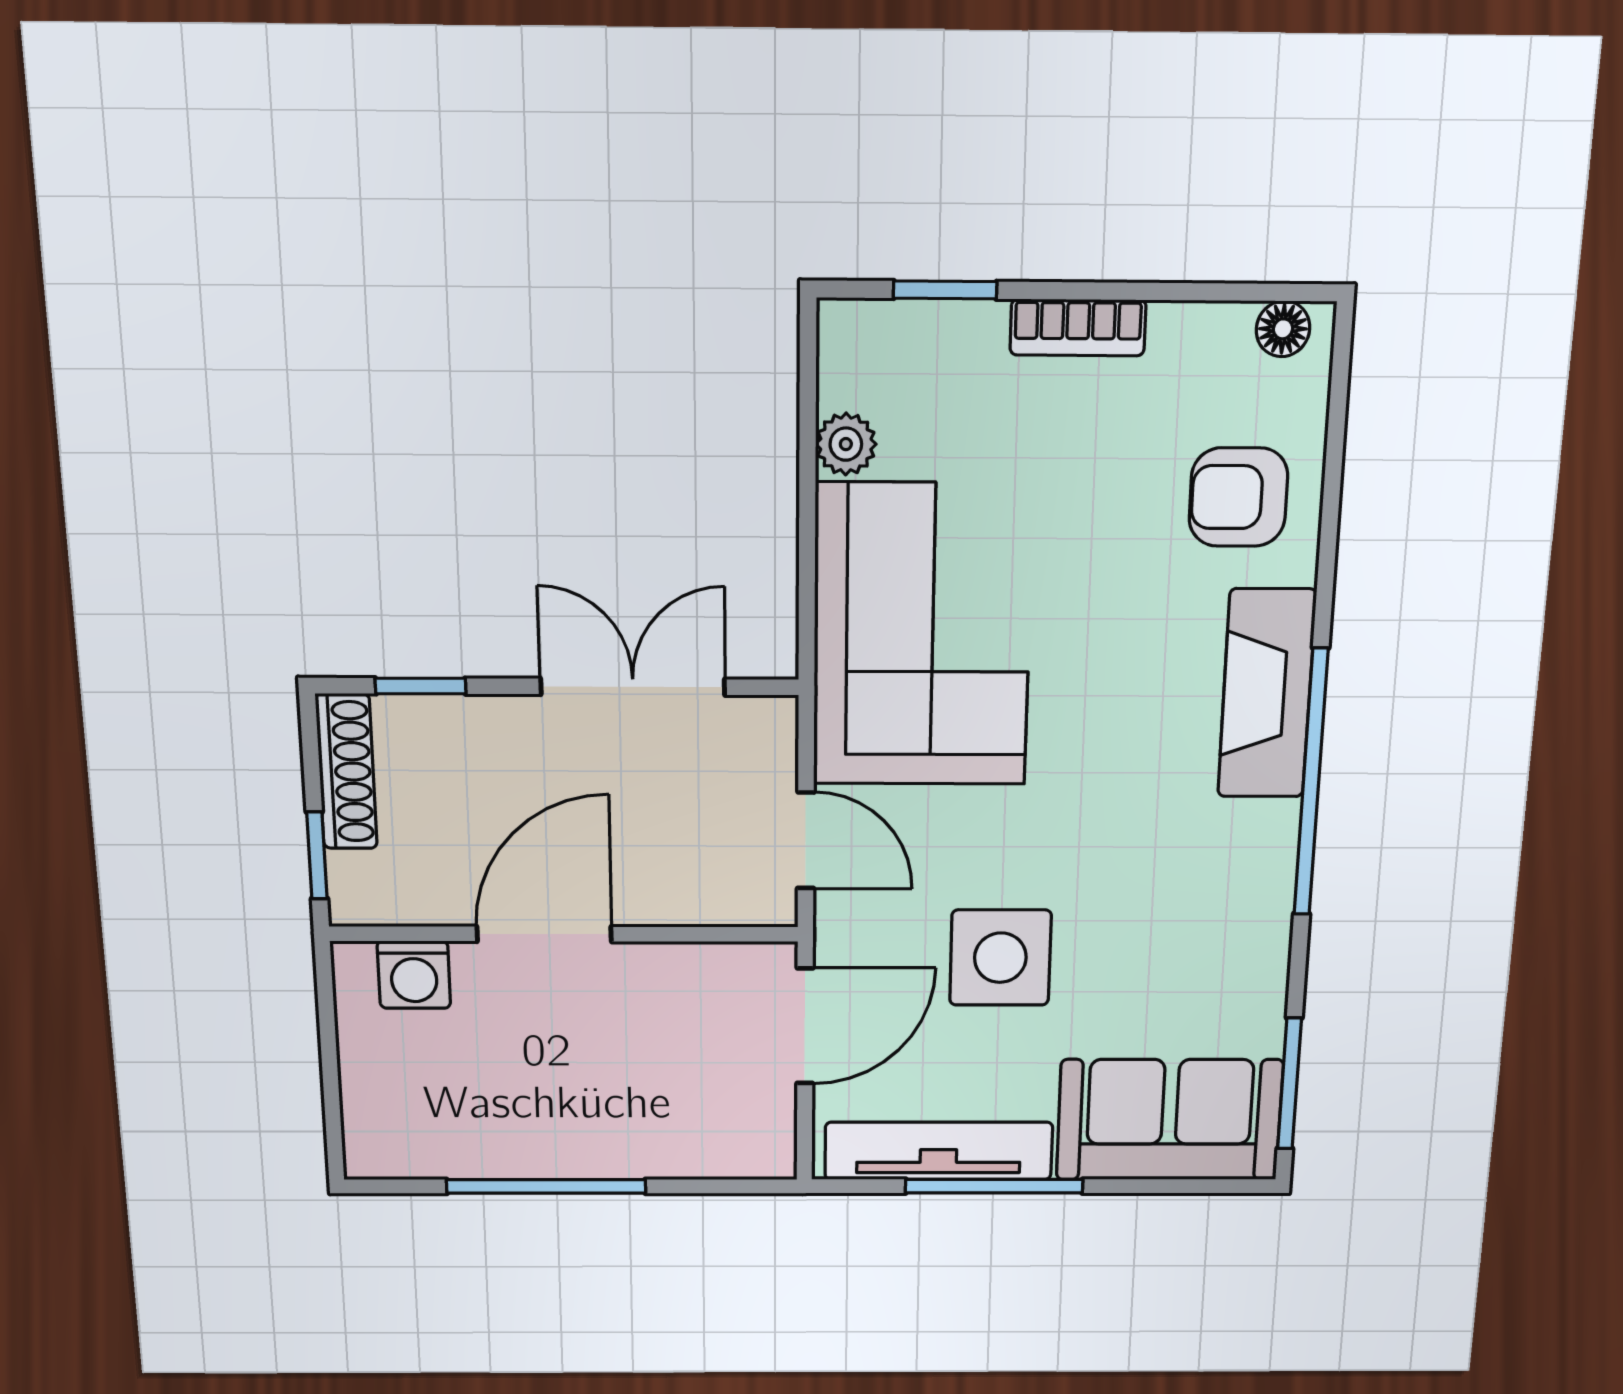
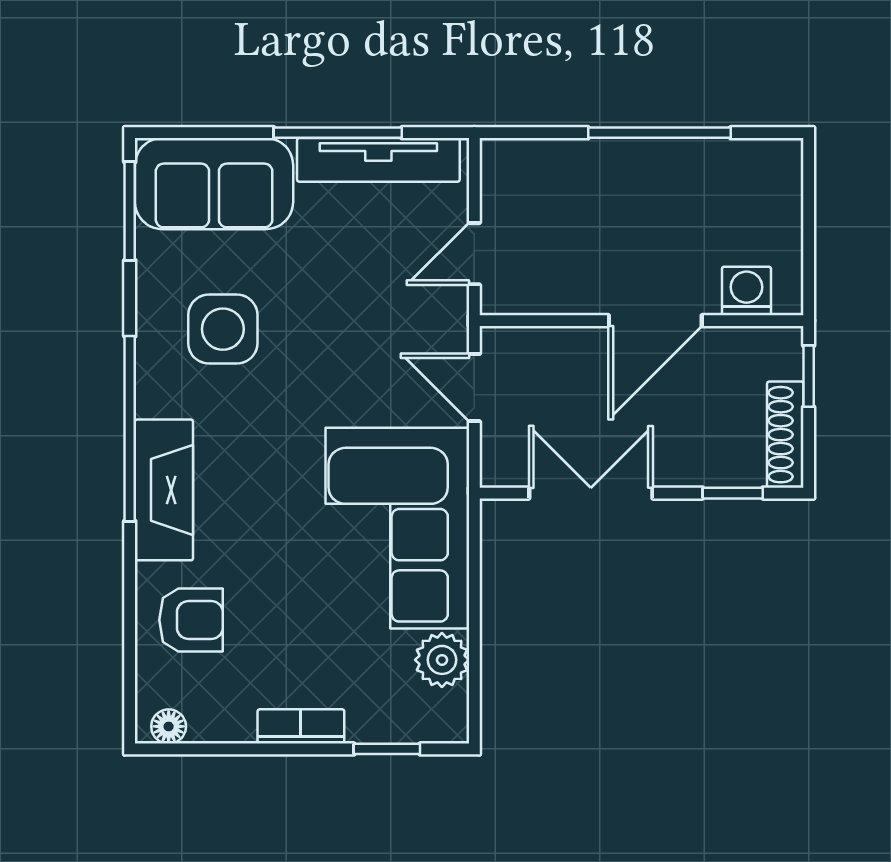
plant: (846, 444) -> (442, 660), width x1.38, depth x1.38
double door: (633, 687) -> (591, 493), swing flipped
side table: (1000, 958) -> (223, 329), moved
door: (805, 1026) -> (474, 254), width x0.73

